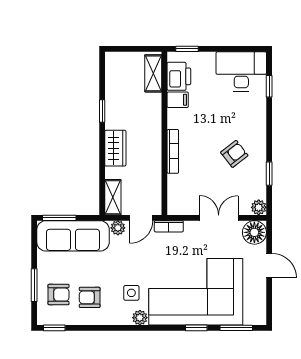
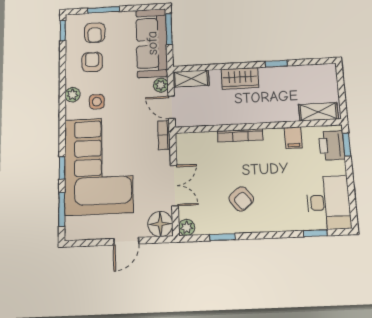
printer: (179, 76) -> (332, 145), moved, turned 90
plant: (140, 318) -> (72, 95), moved

